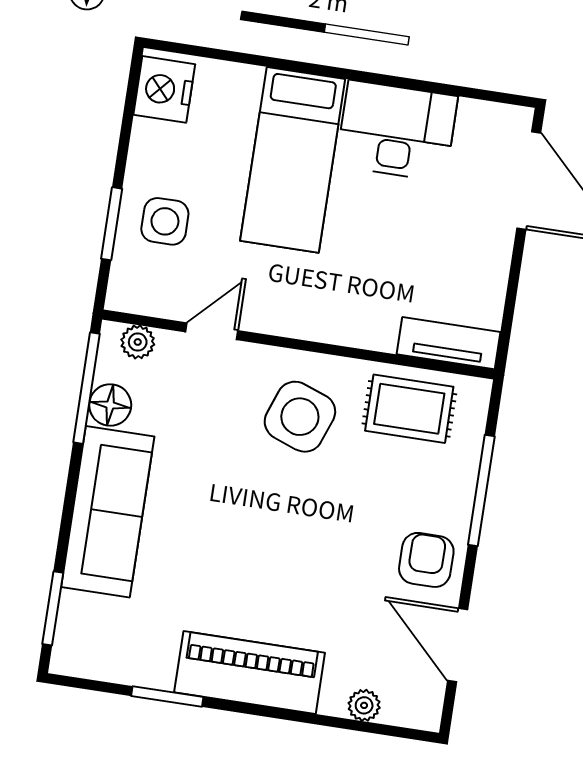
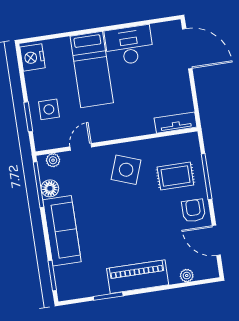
rug: (409, 409) -> (175, 176), moved

